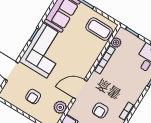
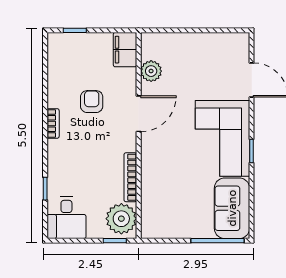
coffee table: (99, 29) -> (164, 216), removed
plant: (116, 42) -> (121, 219), width x1.88, depth x1.88
armchair: (33, 97) -> (199, 63), removed

